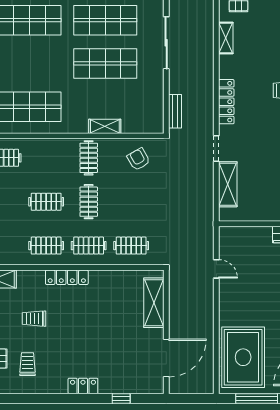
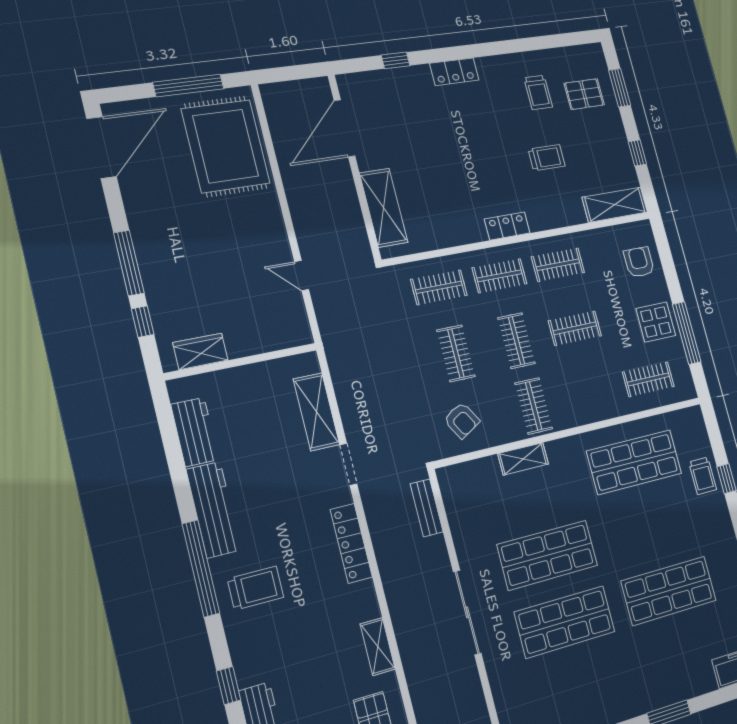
clothes rail: (131, 202) -> (456, 353), added
locker: (67, 277) -> (507, 226), width x0.66

